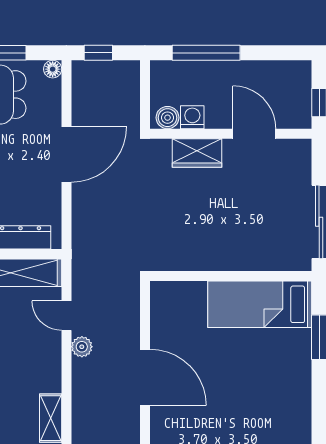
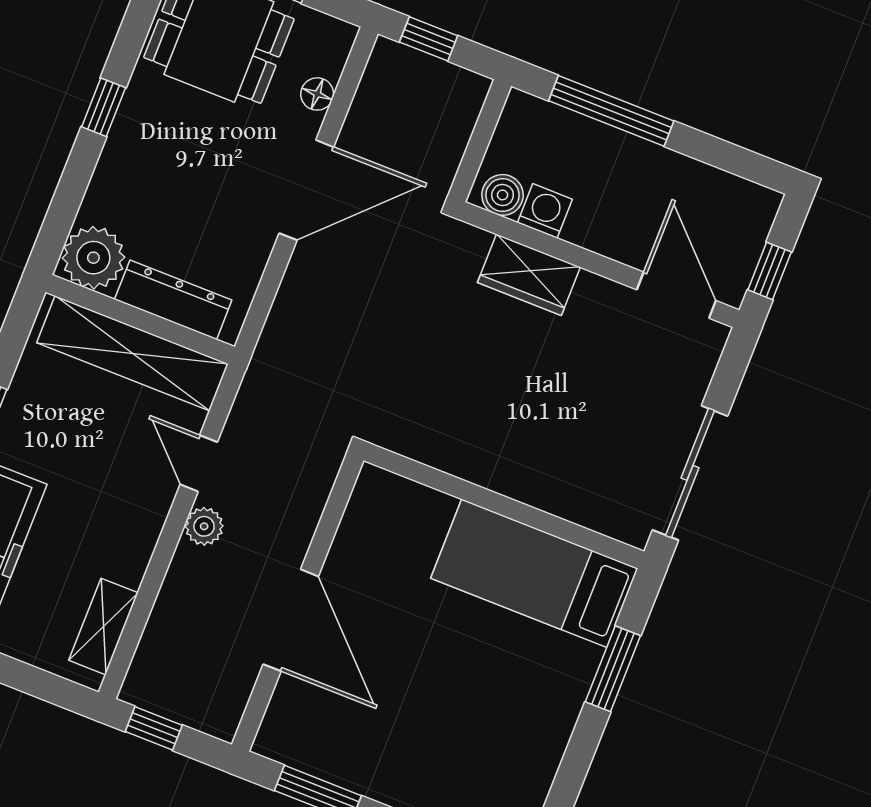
floor lamp: (53, 69) -> (317, 94), moved
door: (254, 134) -> (676, 295), moved

